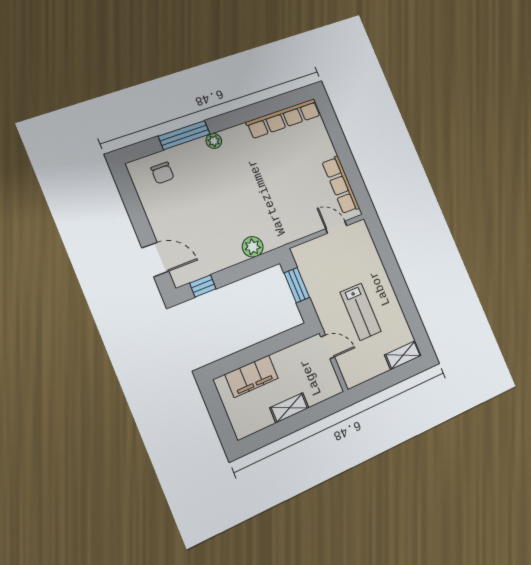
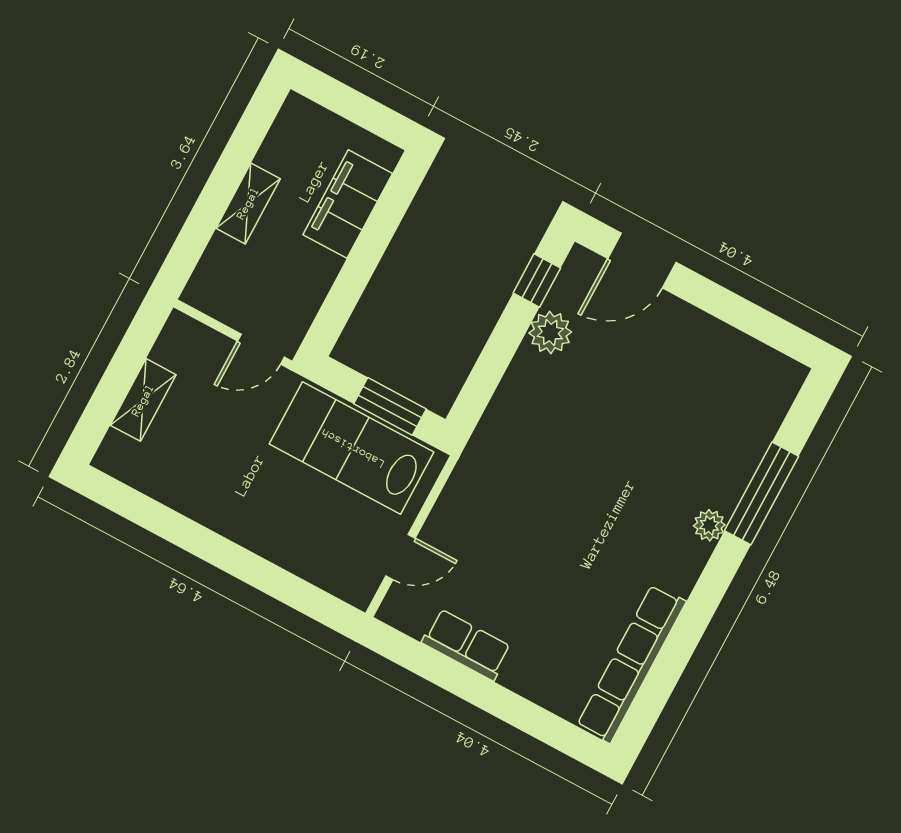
chair: (162, 173) -> (744, 404), removed
row of seats: (341, 185) -> (467, 645), width x0.68
plant: (253, 247) -> (550, 332), moved
lab bench: (361, 312) -> (352, 448), moved, width x1.36, depth x1.39
shelving: (403, 355) -> (143, 400), moved

